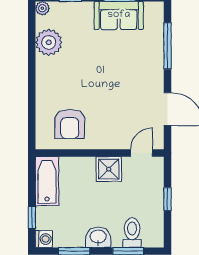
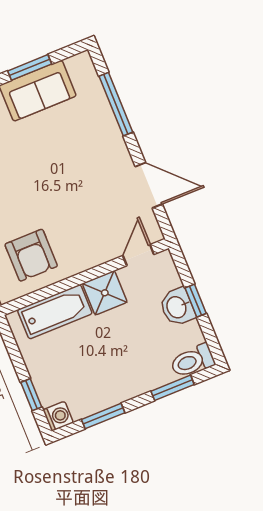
bathtub: (47, 181) -> (55, 312), moved, turned 90
toilet: (132, 233) -> (192, 361), moved, turned -90
washbasin: (98, 237) -> (177, 307), moved, turned -90

